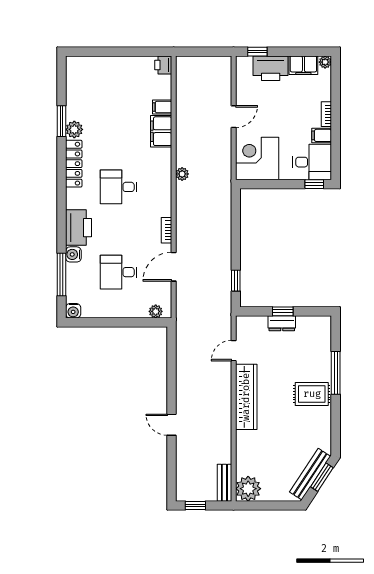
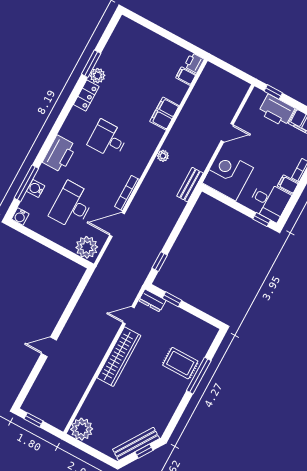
filing cabinet: (162, 107) -> (186, 76), moved
locker: (74, 164) -> (86, 95), width x0.66
bookcase: (166, 230) -> (127, 193), width x1.56
water cooler: (73, 254) -> (36, 188), moved
desk: (119, 272) -> (72, 206), width x1.37
plant: (156, 311) -> (87, 247), width x1.88, depth x1.88
window: (283, 311) -> (172, 299), moved
dresser: (282, 323) -> (152, 300), moved
rug: (312, 394) -> (180, 363), moved
door: (171, 425) -> (49, 347), hinge flipped
window: (322, 477) -> (144, 451), width x0.67
bench: (224, 483) -> (190, 185), moved

